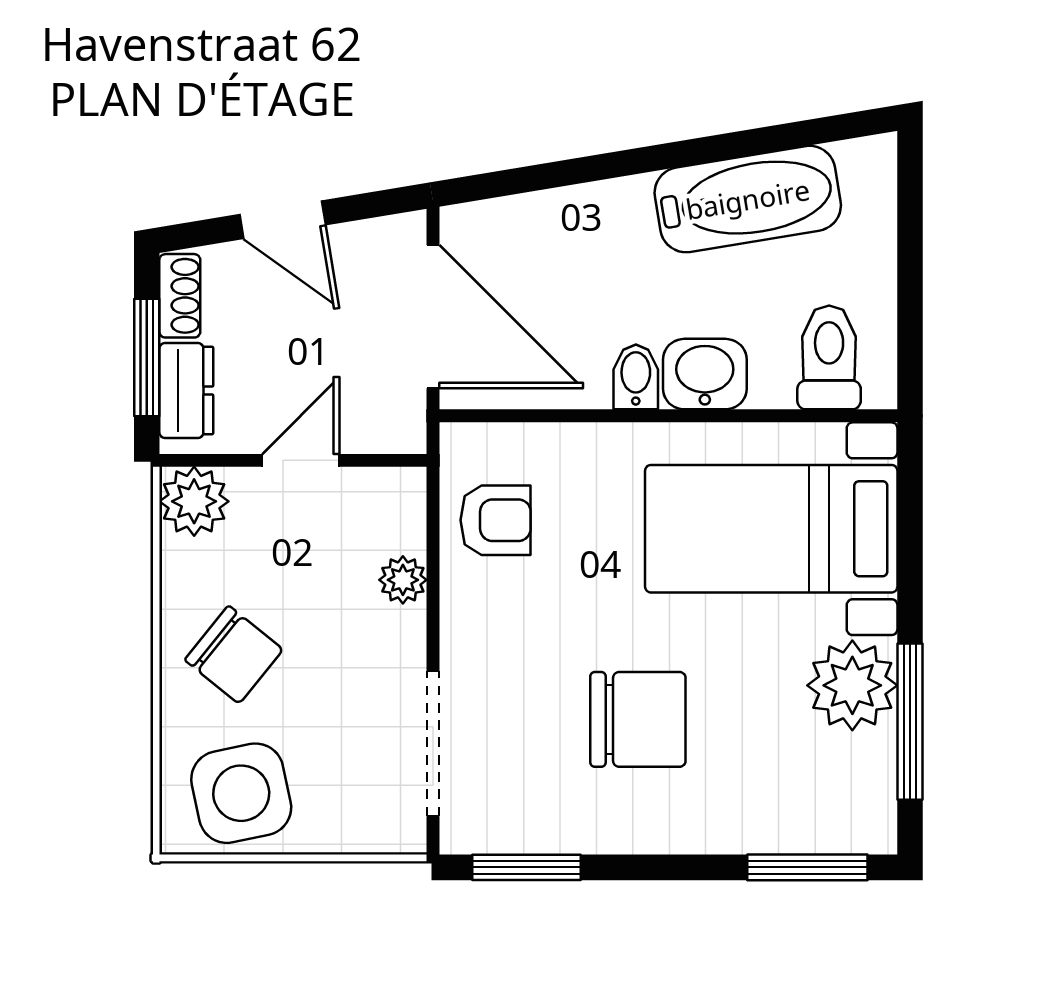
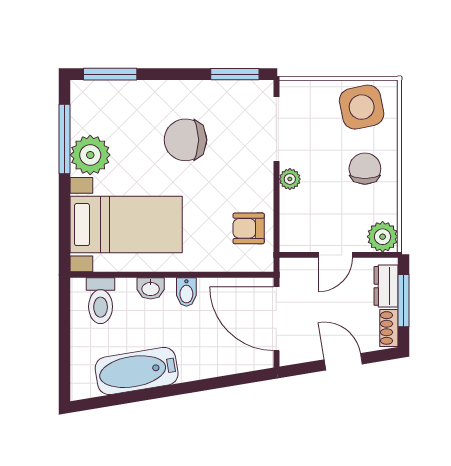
washbasin: (705, 374) -> (151, 288), width x0.72, depth x0.69
plant: (403, 580) -> (290, 179), moved
chair: (234, 655) -> (365, 169), turned 51

